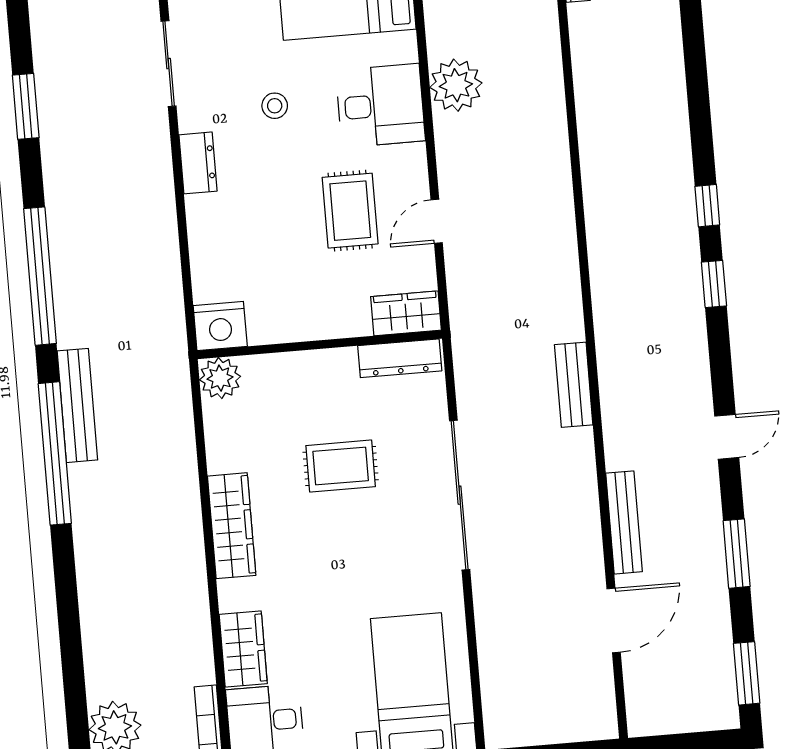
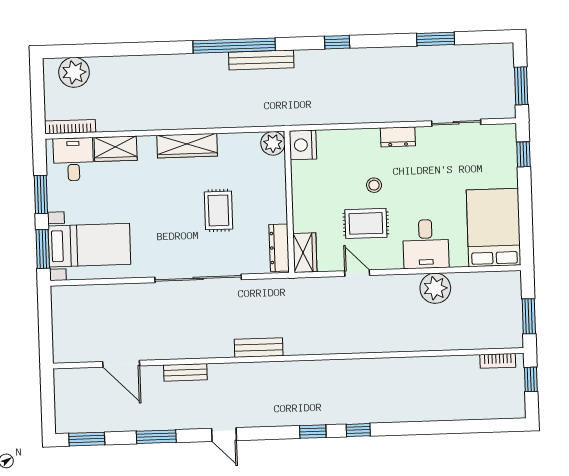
stool: (275, 106) -> (374, 185), moved
window: (40, 276) -> (337, 42), width x0.32
bench: (624, 522) -> (185, 372), width x0.73

